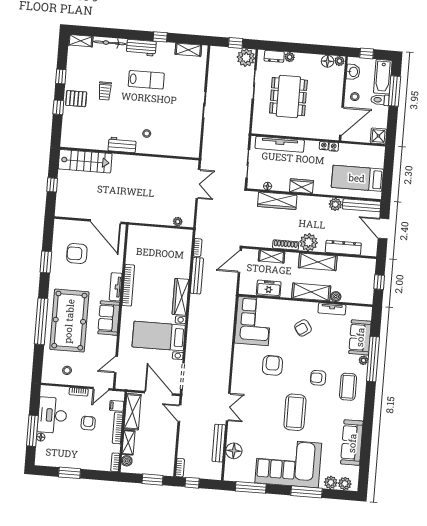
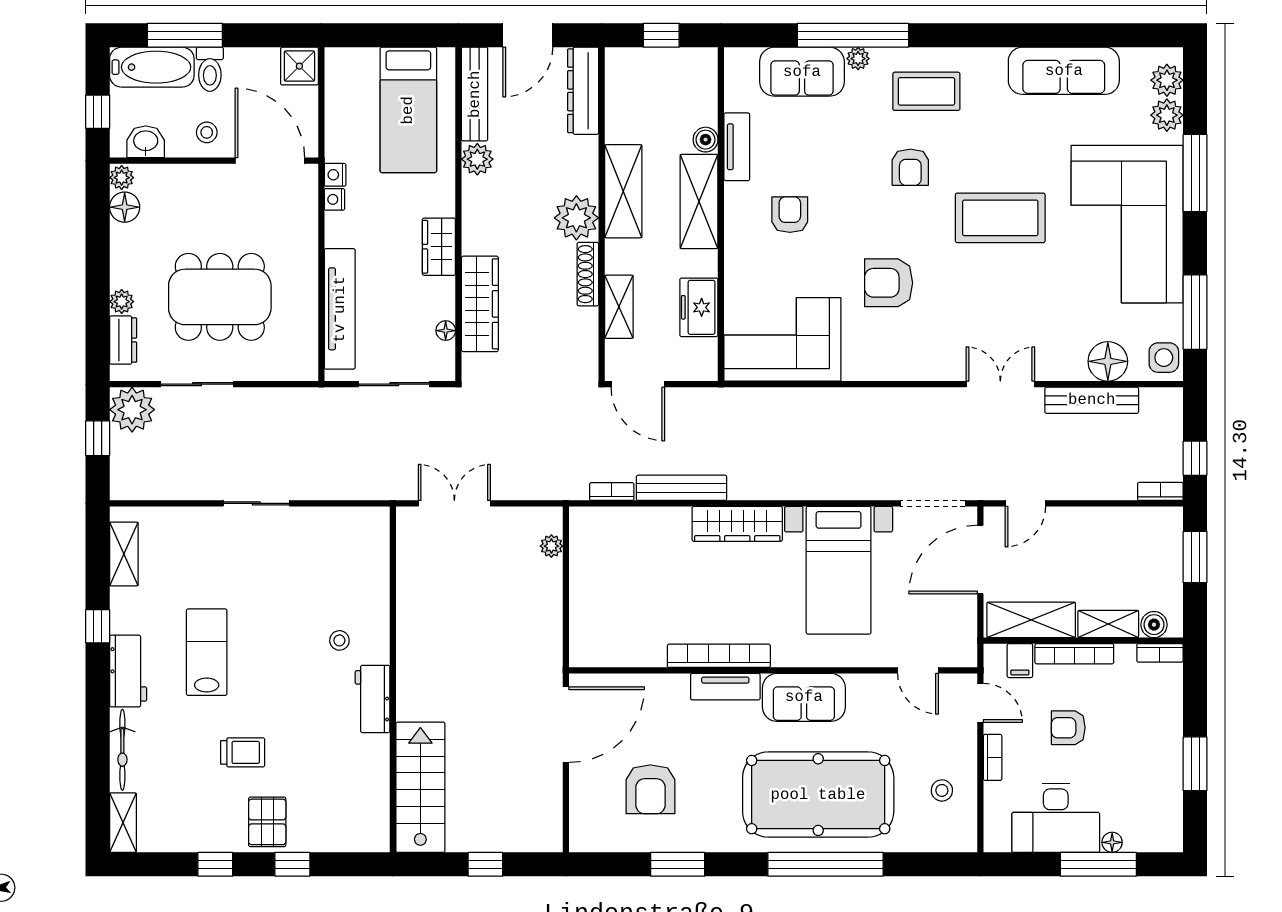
dresser: (343, 248) -> (583, 91), moved
armchair: (303, 328) -> (790, 215), turned -145
side table: (234, 473) -> (1164, 358), added

